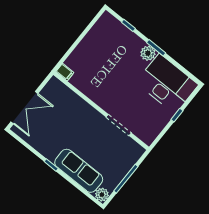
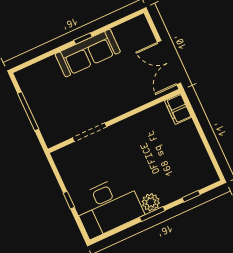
filing cabinet: (65, 72) -> (178, 109), width x2.00
double door: (24, 108) -> (169, 63), moved
sofa: (79, 171) -> (88, 53), moved
plant: (102, 195) -> (24, 77), removed

